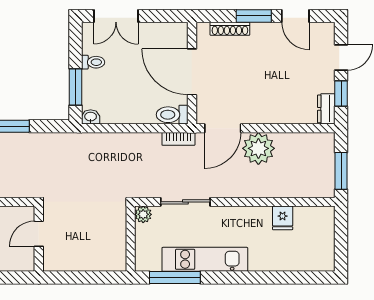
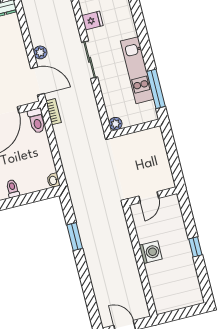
window: (75, 87) -> (34, 197), removed
plant: (258, 148) -> (40, 52), width x0.53, depth x0.53
sliding door: (185, 202) -> (90, 60), moved
door: (39, 234) -> (149, 197), hinge flipped

